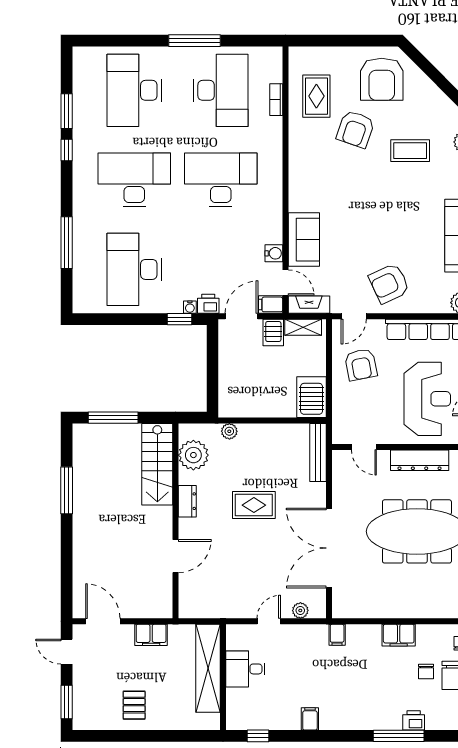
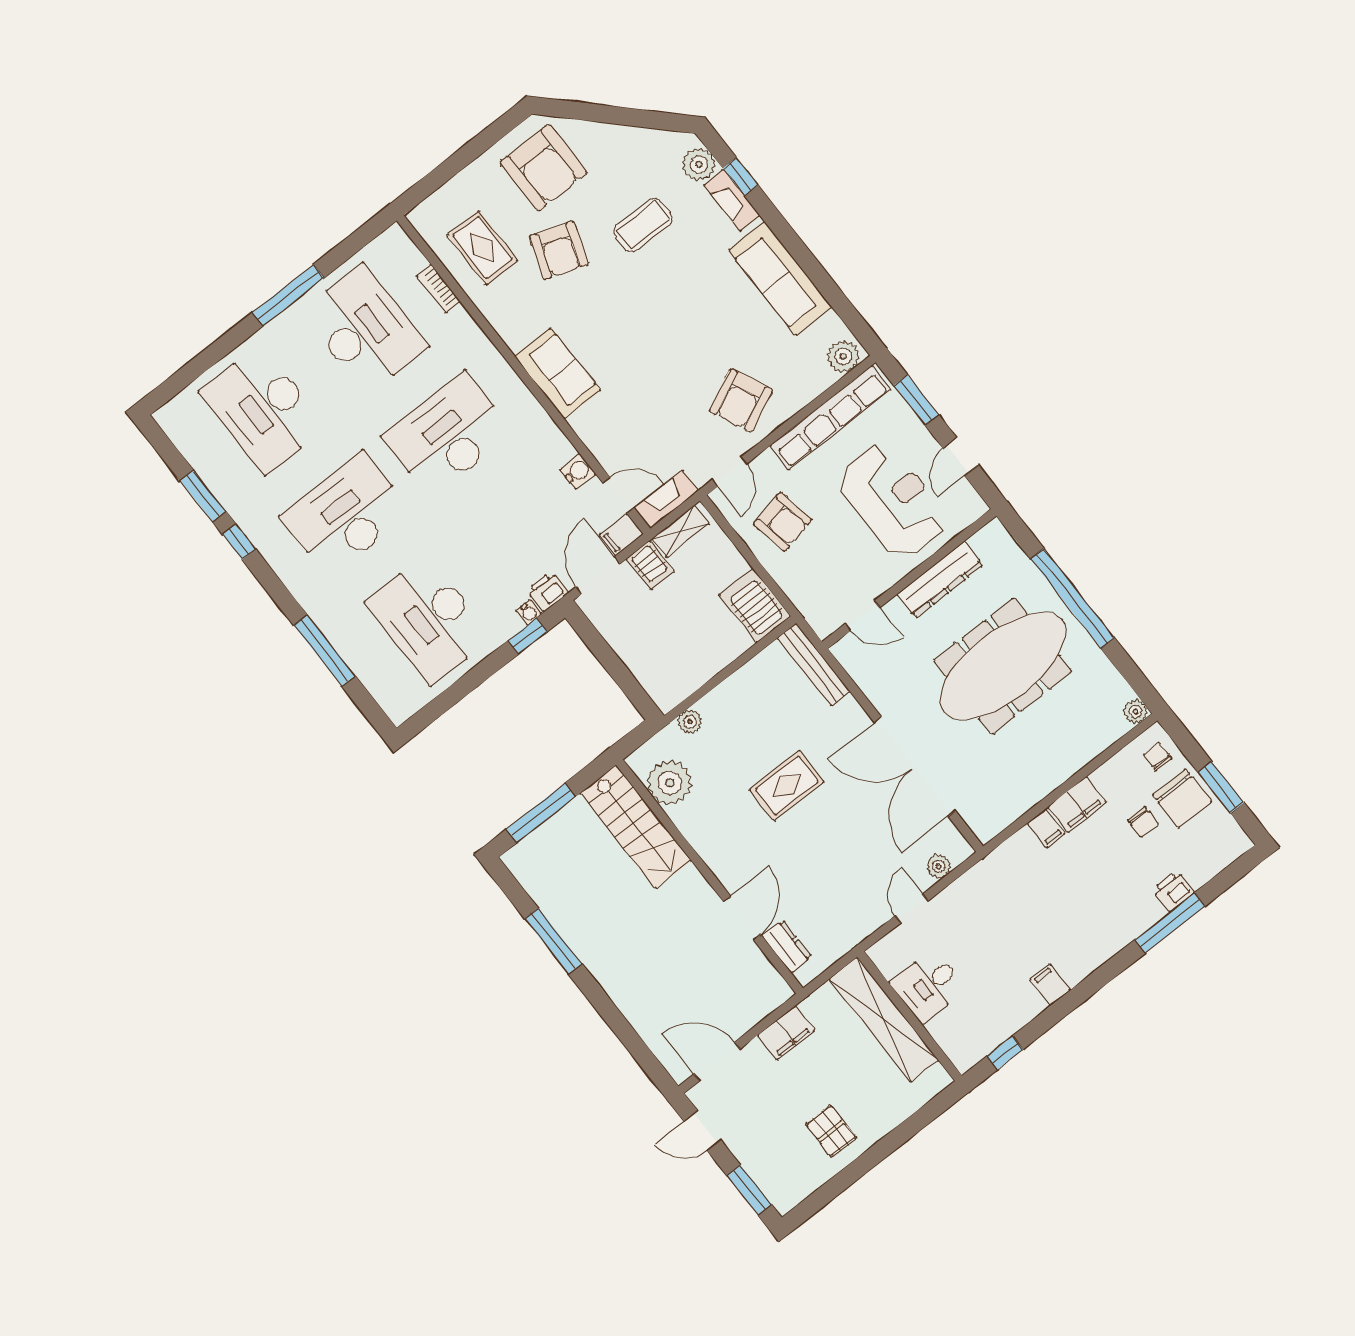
sofa: (304, 240) -> (557, 373), moved
dresser: (187, 501) -> (787, 946), moved
filing cabinet: (337, 635) -> (1046, 828), moved

